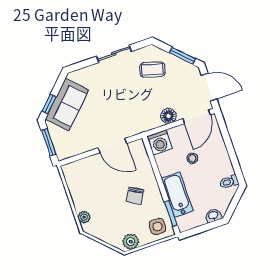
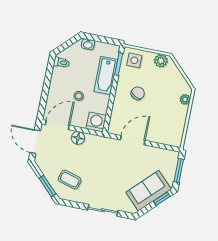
sliding door: (114, 54) -> (103, 210), moved
window: (182, 56) -> (47, 186), moved
door: (113, 146) -> (133, 140), hinge flipped

